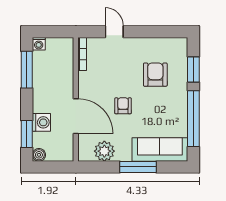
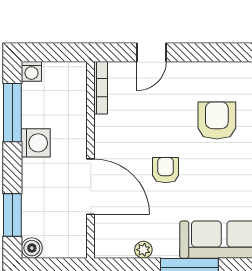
door: (114, 32) -> (152, 52), swing flipped
washing machine: (41, 122) -> (36, 143), moved
plant: (104, 151) -> (143, 250), width x0.53, depth x0.53

